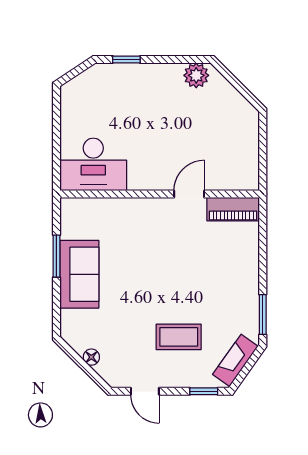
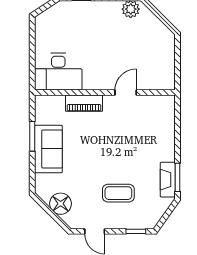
piano: (233, 209) -> (84, 103), moved
floor lamp: (91, 357) -> (61, 204), width x1.89, depth x1.89
fireplace: (235, 360) -> (168, 180), moved, turned -35

